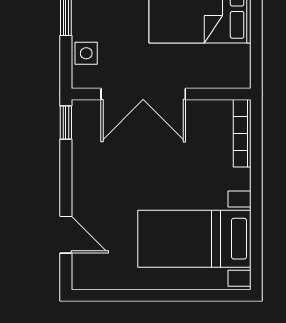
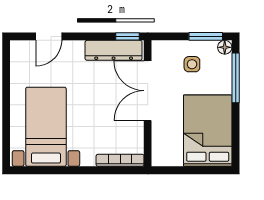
side table: (86, 53) -> (192, 64), moved
dresser: (86, 142) -> (114, 50), added

